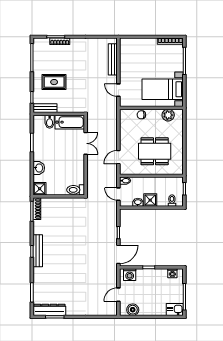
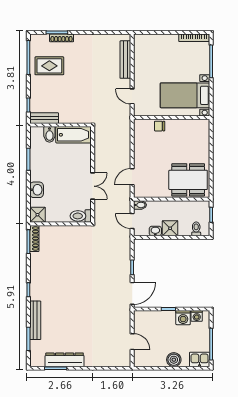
rug: (54, 82) -> (49, 66), moved
plant: (168, 115) -> (192, 126), removed
double door: (86, 143) -> (93, 186), moved
dining table: (155, 151) -> (188, 180), moved
bench: (38, 251) -> (35, 320), moved
washing machine: (130, 275) -> (183, 318), moved
door: (118, 295) -> (132, 342), swing flipped
dresser: (49, 310) -> (65, 360), moved
boiler: (133, 310) -> (174, 360), moved

